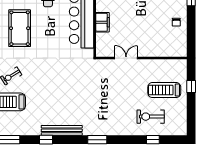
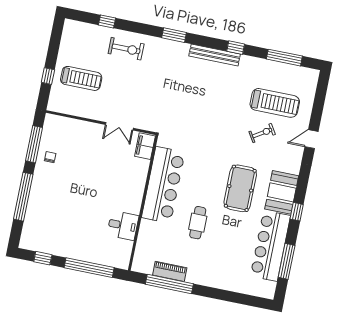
filing cabinet: (102, 22) -> (145, 146), moved
window: (191, 30) -> (34, 144), added
exercise bike: (151, 117) -> (126, 49), moved

